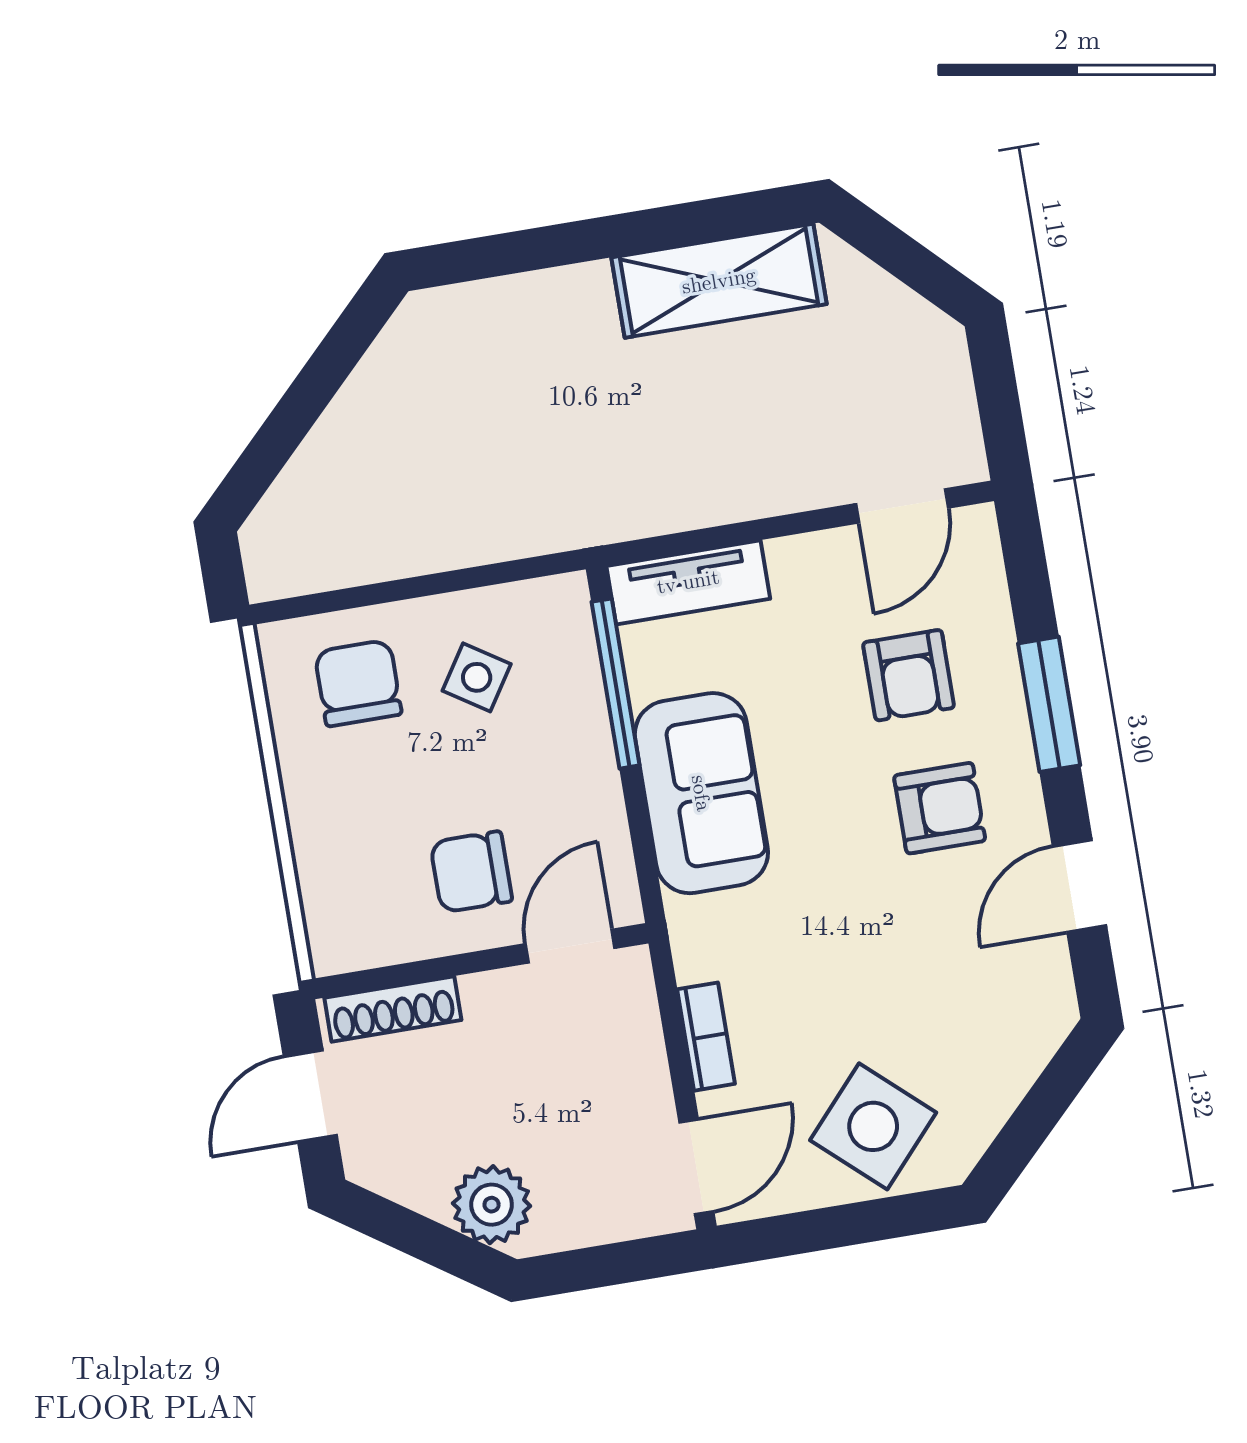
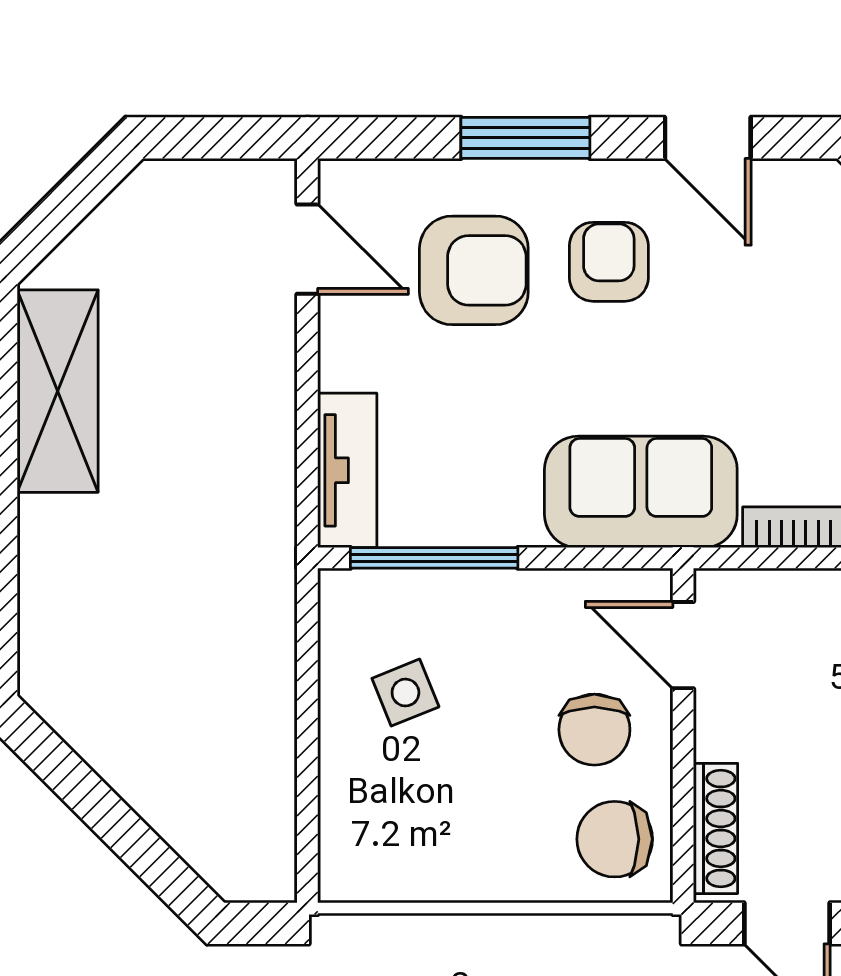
armchair: (909, 675) -> (474, 270), width x1.38, depth x1.38
side table: (477, 677) -> (405, 693), turned 35
chair: (358, 683) -> (615, 839), moved
sofa: (701, 793) -> (641, 492), moved

